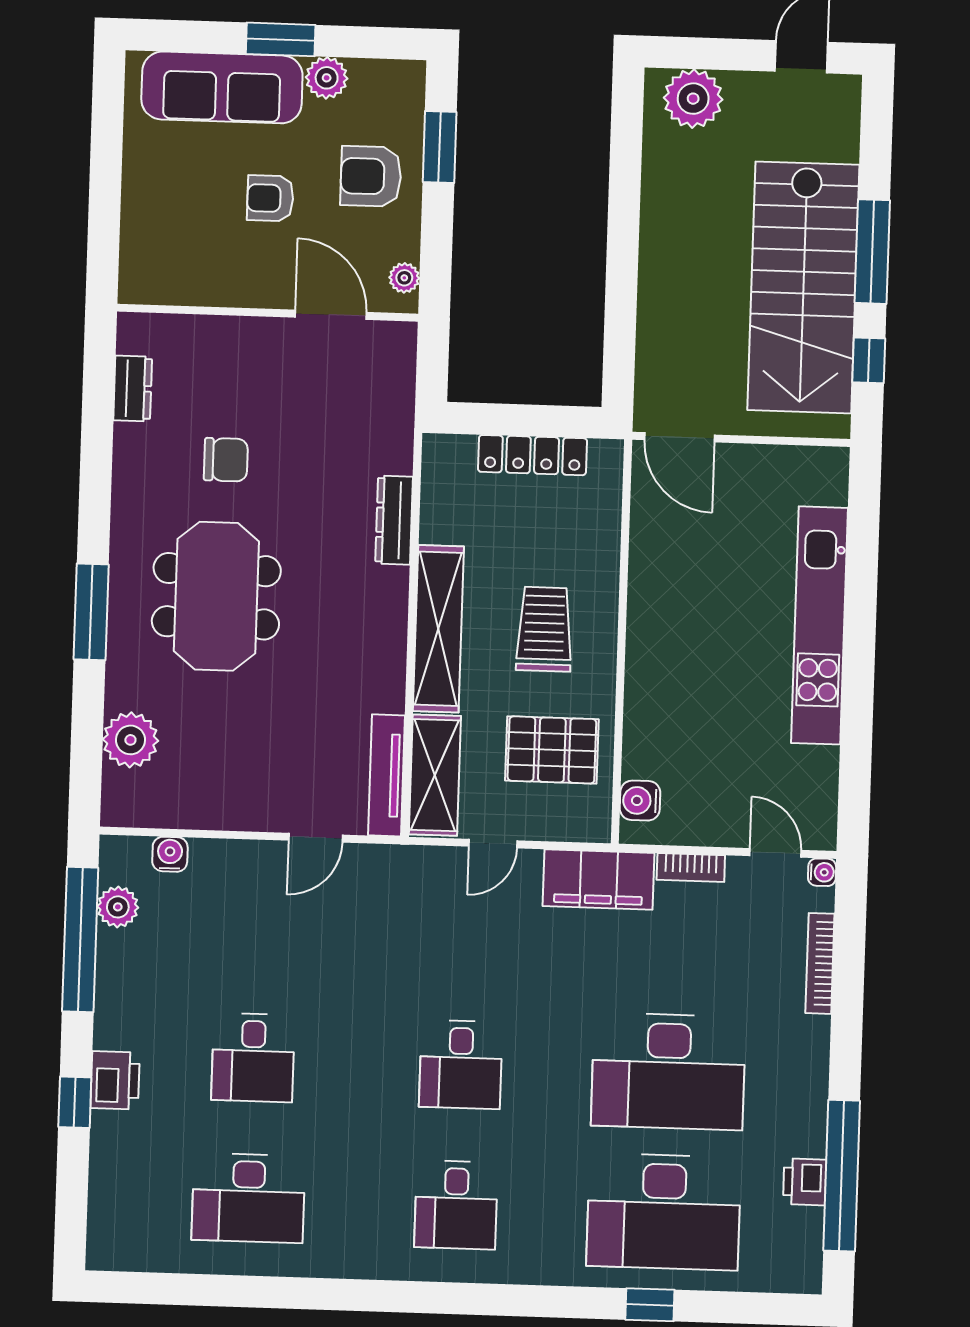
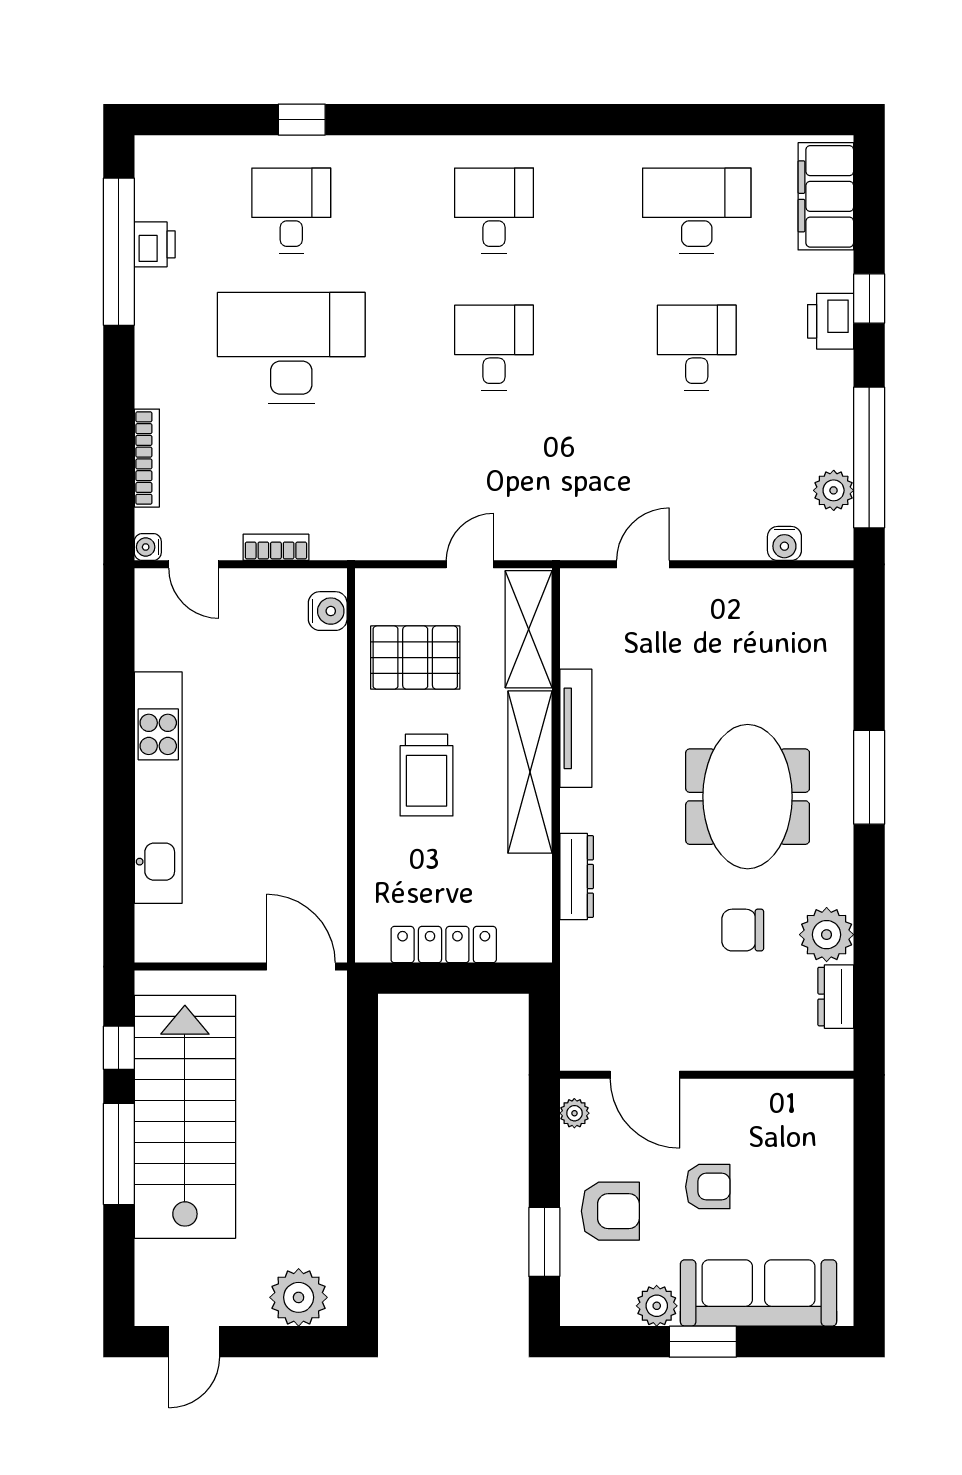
plant: (130, 740) -> (827, 935), moved
tv unit: (386, 775) -> (576, 728), moved
filing cabinet: (599, 880) -> (826, 196), moved, turned -90
desk: (664, 1212) -> (291, 211), width x0.53, depth x0.77

